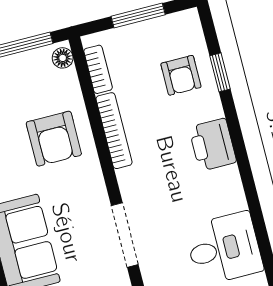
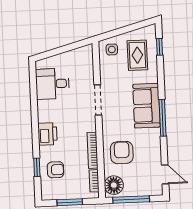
floor lamp: (63, 58) -> (114, 185), width x1.89, depth x1.89
armchair: (181, 75) -> (56, 170), turned 90

